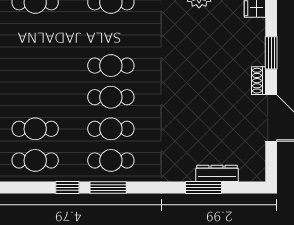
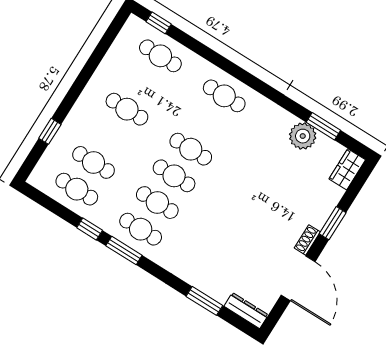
cafe table: (35, 66) -> (127, 109), added
dresser: (217, 173) -> (246, 311), moved

